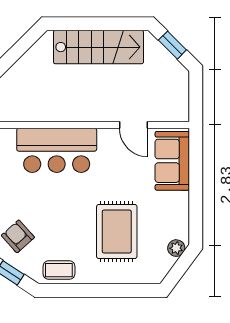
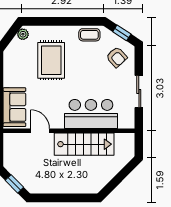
stairs: (98, 47) -> (84, 144), moved, turned 180
plant: (176, 248) -> (23, 34), moved

